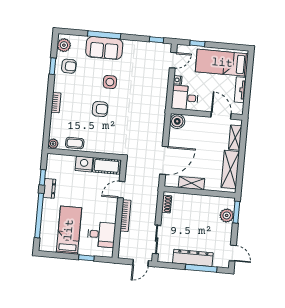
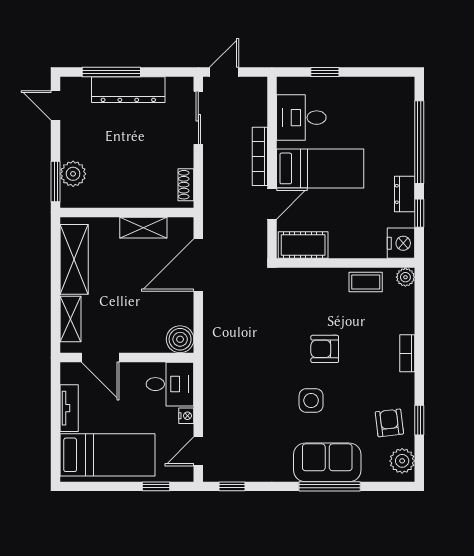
armchair: (69, 66) -> (389, 423), turned 82
nightstand: (84, 164) -> (401, 243), moved, turned -90
bed: (69, 230) -> (320, 168), moved, turned -90

